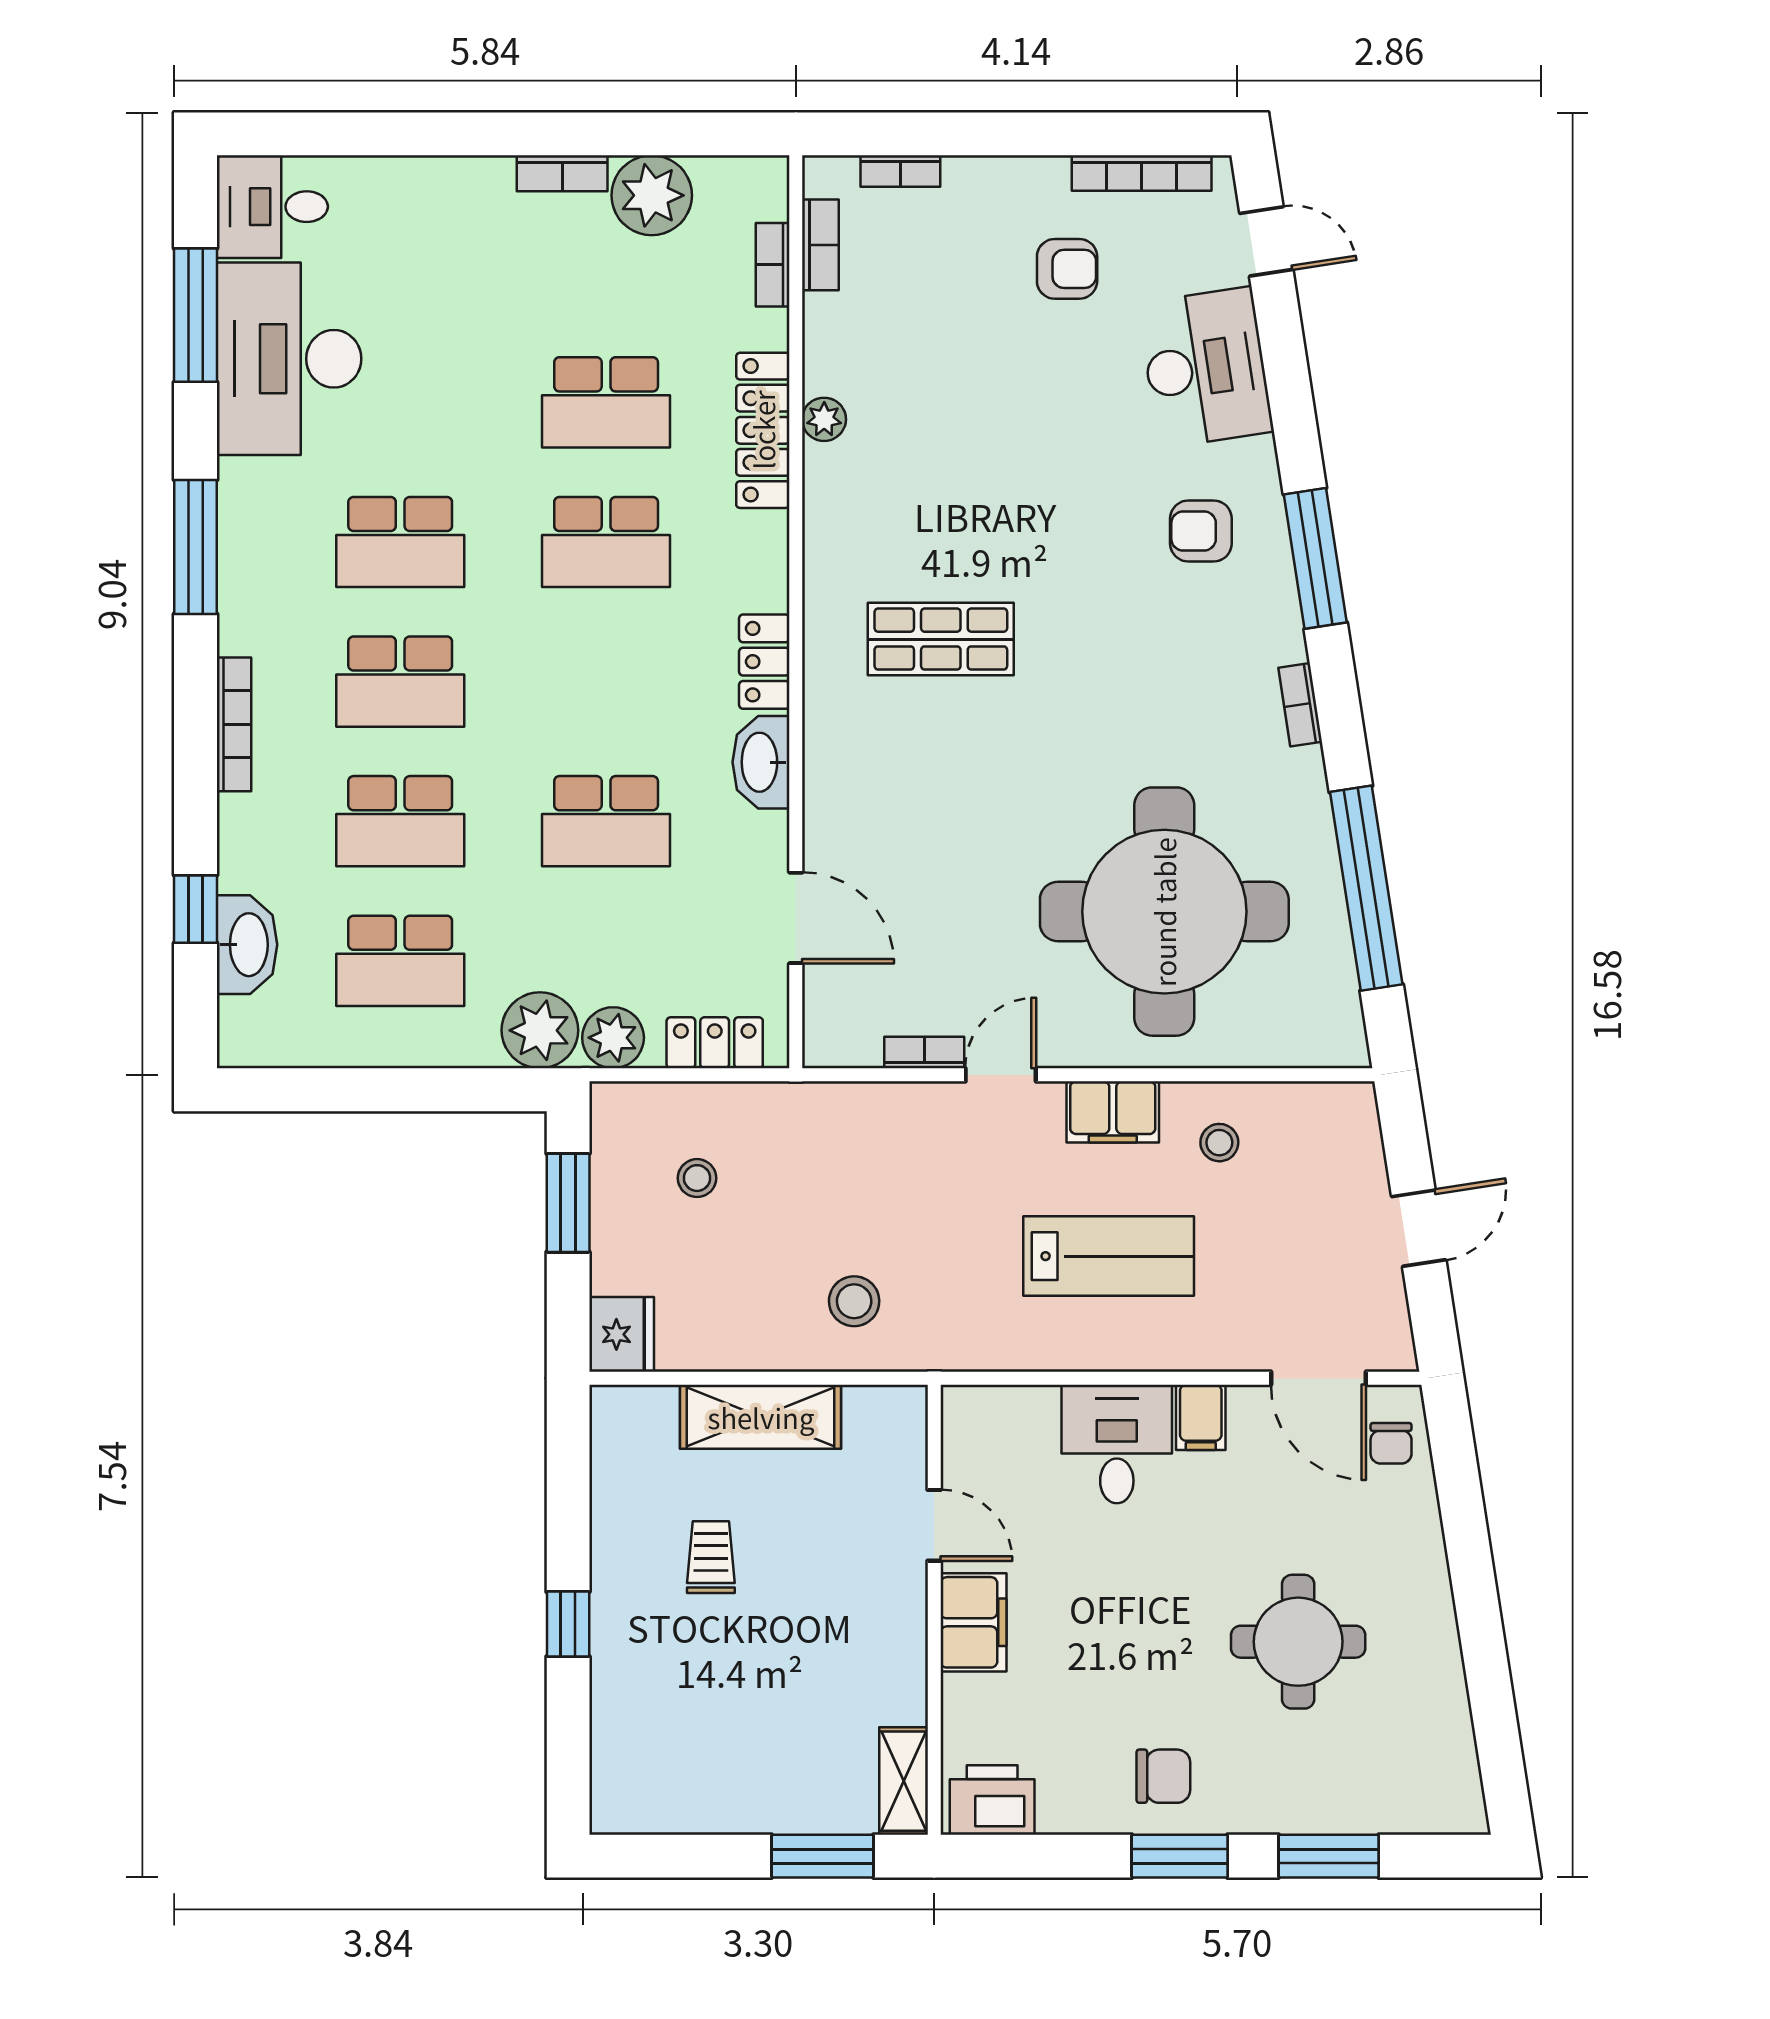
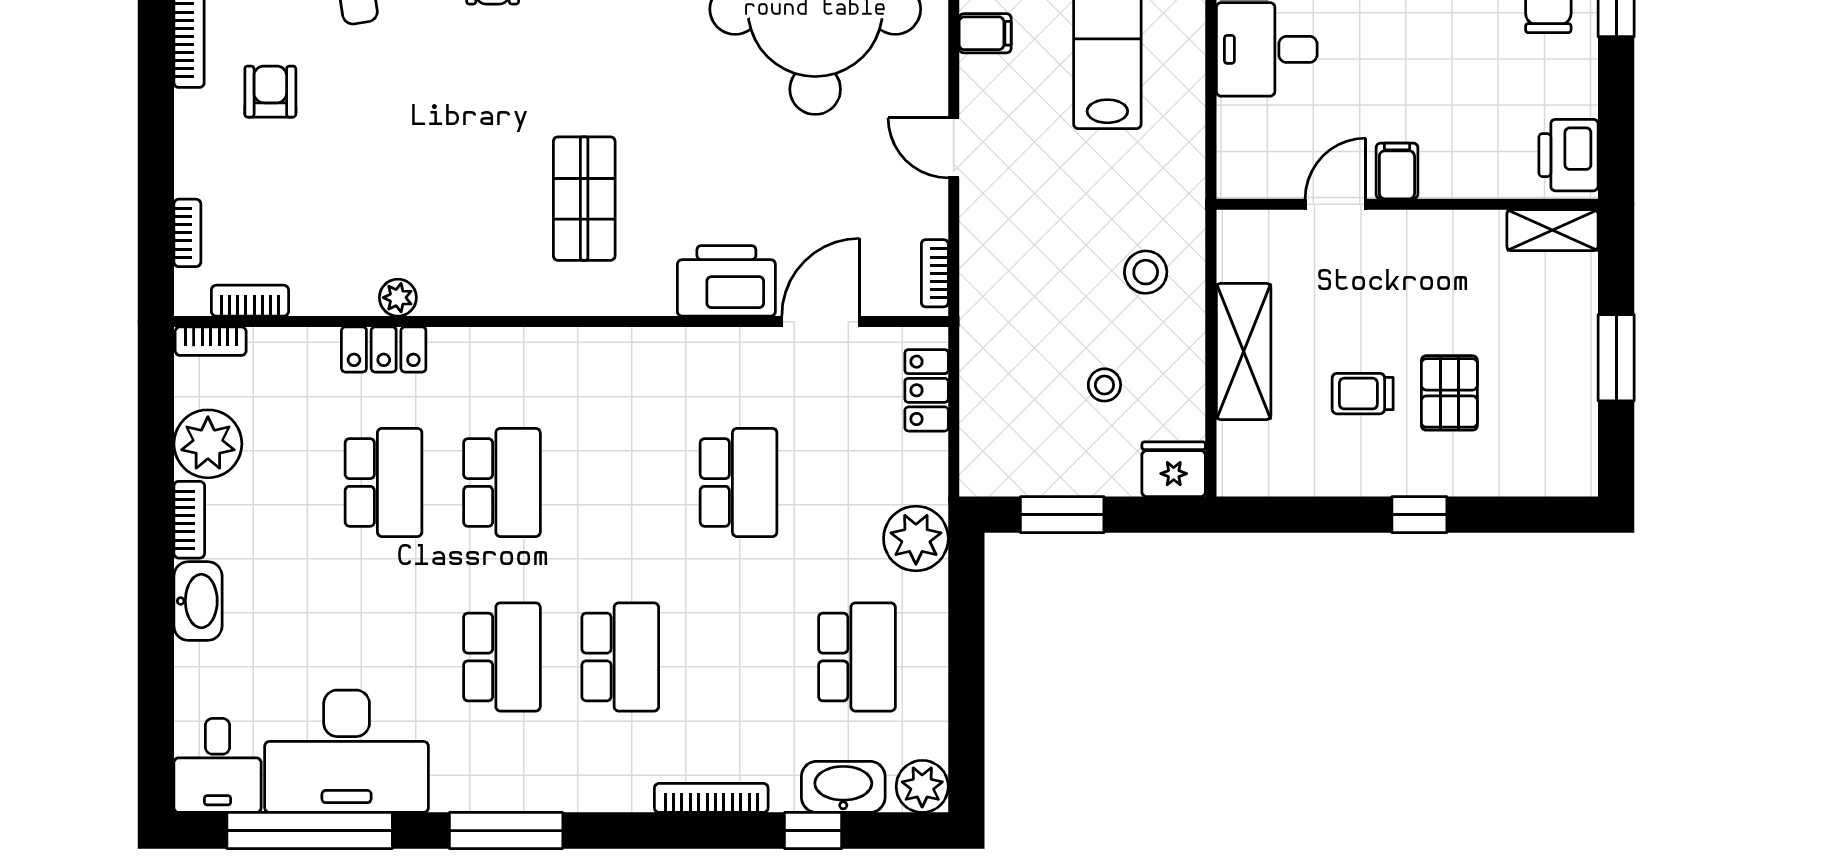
bookcase: (773, 265) -> (211, 341), moved
window: (195, 315) -> (310, 831), width x1.46
locker: (763, 430) -> (384, 349), width x0.66
locker: (764, 662) -> (603, 348), removed
bookcase: (234, 724) -> (711, 798), moved
washbasin: (761, 762) -> (198, 601), moved, turned -90
printer: (844, 807) -> (726, 281), added
school desk: (400, 821) -> (739, 657), removed
plant: (613, 1038) -> (922, 786), moved
bookcase: (924, 1053) -> (935, 273), moved
filing cabinet: (1113, 1112) -> (985, 33), width x0.50
stool: (697, 1178) -> (1104, 385), moved
filing cabinet: (973, 1622) -> (1397, 171), width x0.50
pallet: (712, 1659) -> (1449, 393), added
window: (822, 1856) -> (1616, 358), moved

